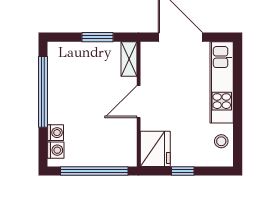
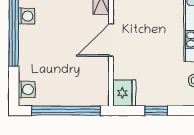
washing machine: (55, 133) -> (26, 16), moved
fridge: (155, 149) -> (124, 93), width x0.73, depth x0.75

